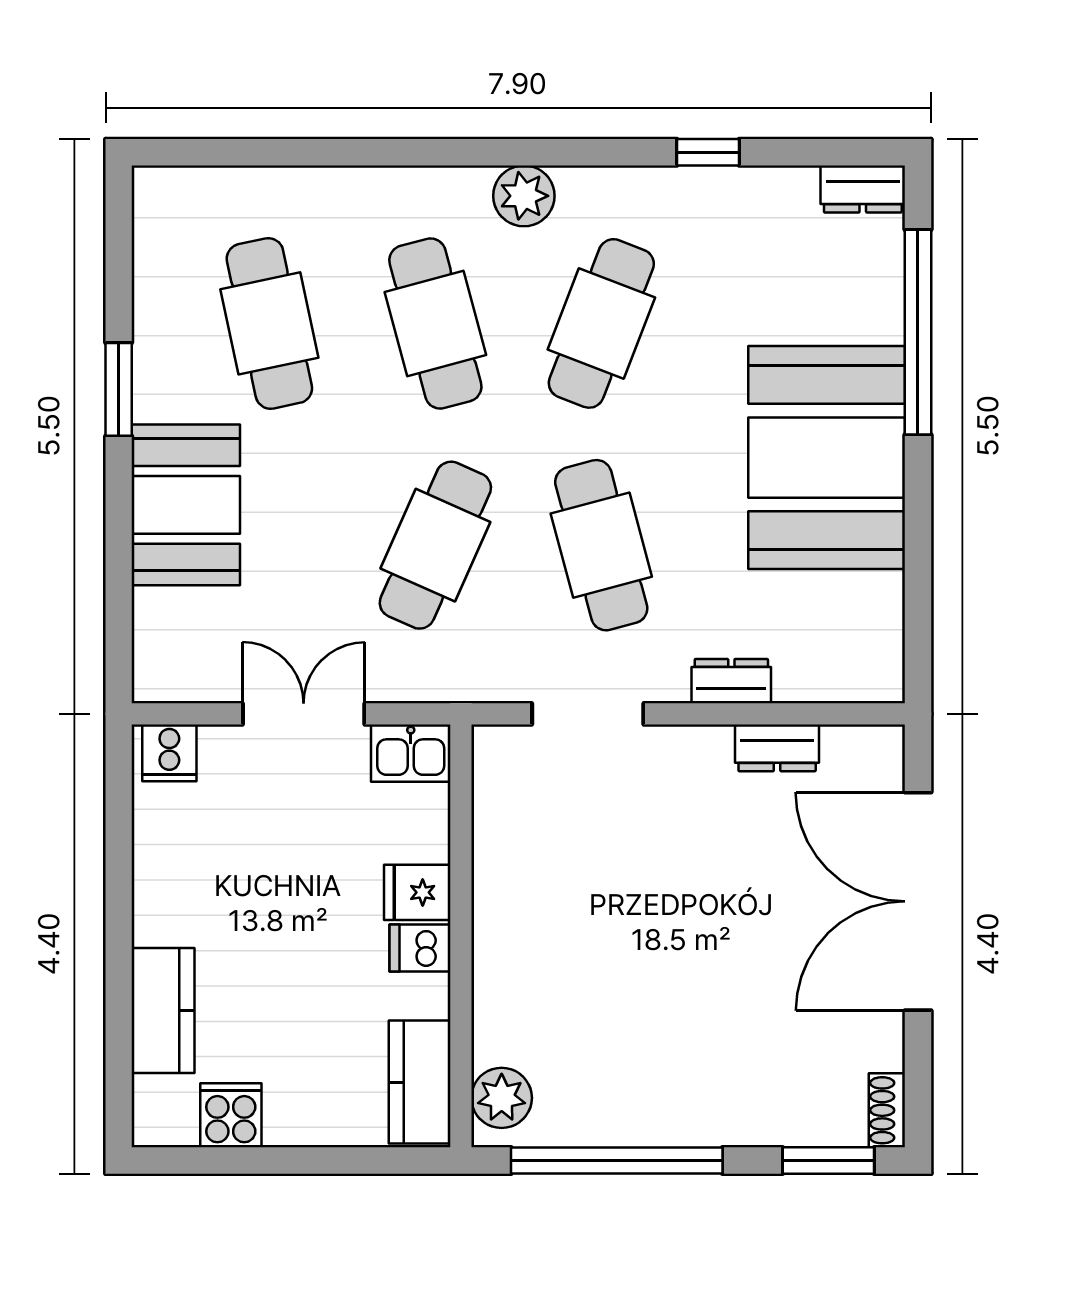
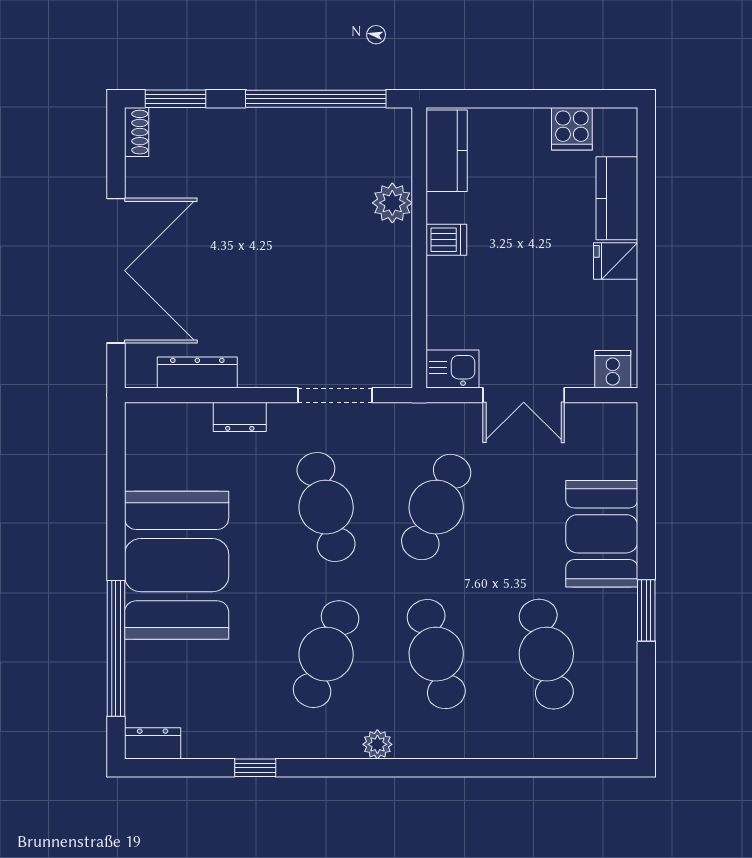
plant: (524, 196) -> (377, 744), width x0.73, depth x0.73
dresser: (777, 748) -> (197, 373), width x1.44
fridge: (417, 892) -> (616, 261), moved, turned 180
plant: (502, 1098) -> (392, 203), moved

